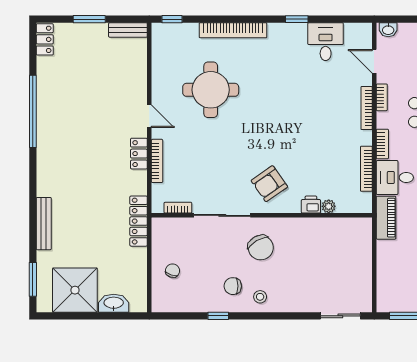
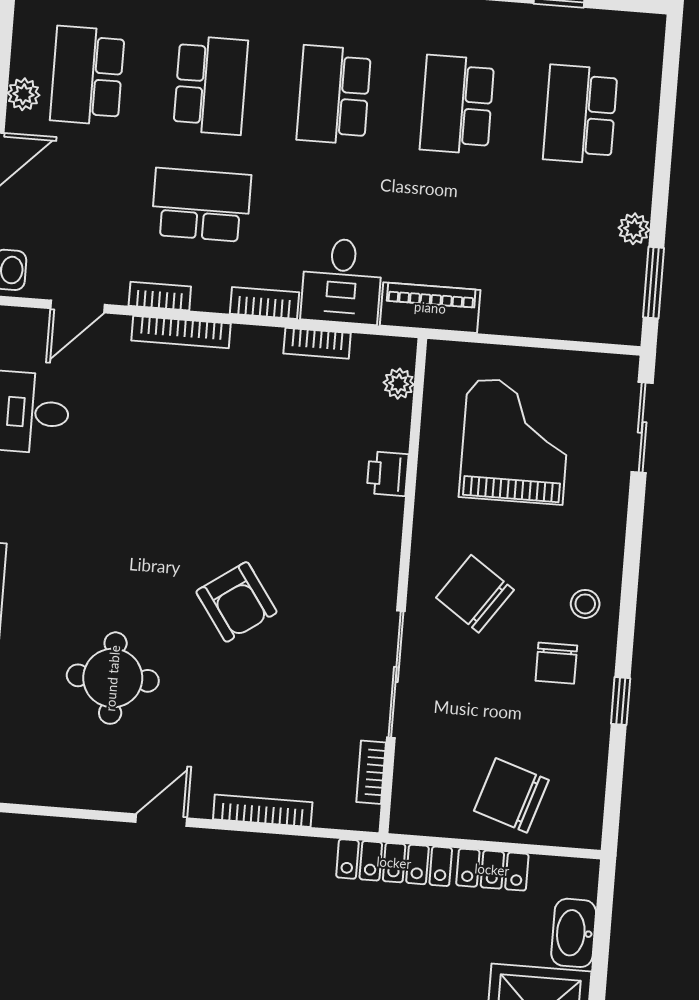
round table: (211, 90) -> (113, 678), width x0.73, depth x0.73
locker: (139, 154) -> (492, 870), moved
bookcase: (366, 169) -> (317, 343), width x0.64
armchair: (269, 184) -> (236, 602), moved
plant: (329, 206) -> (399, 384), moved
chair: (261, 248) -> (475, 594), turned -115
grand piano: (330, 260) -> (515, 441), added
chair: (172, 271) -> (511, 795), width x1.87, depth x1.87

